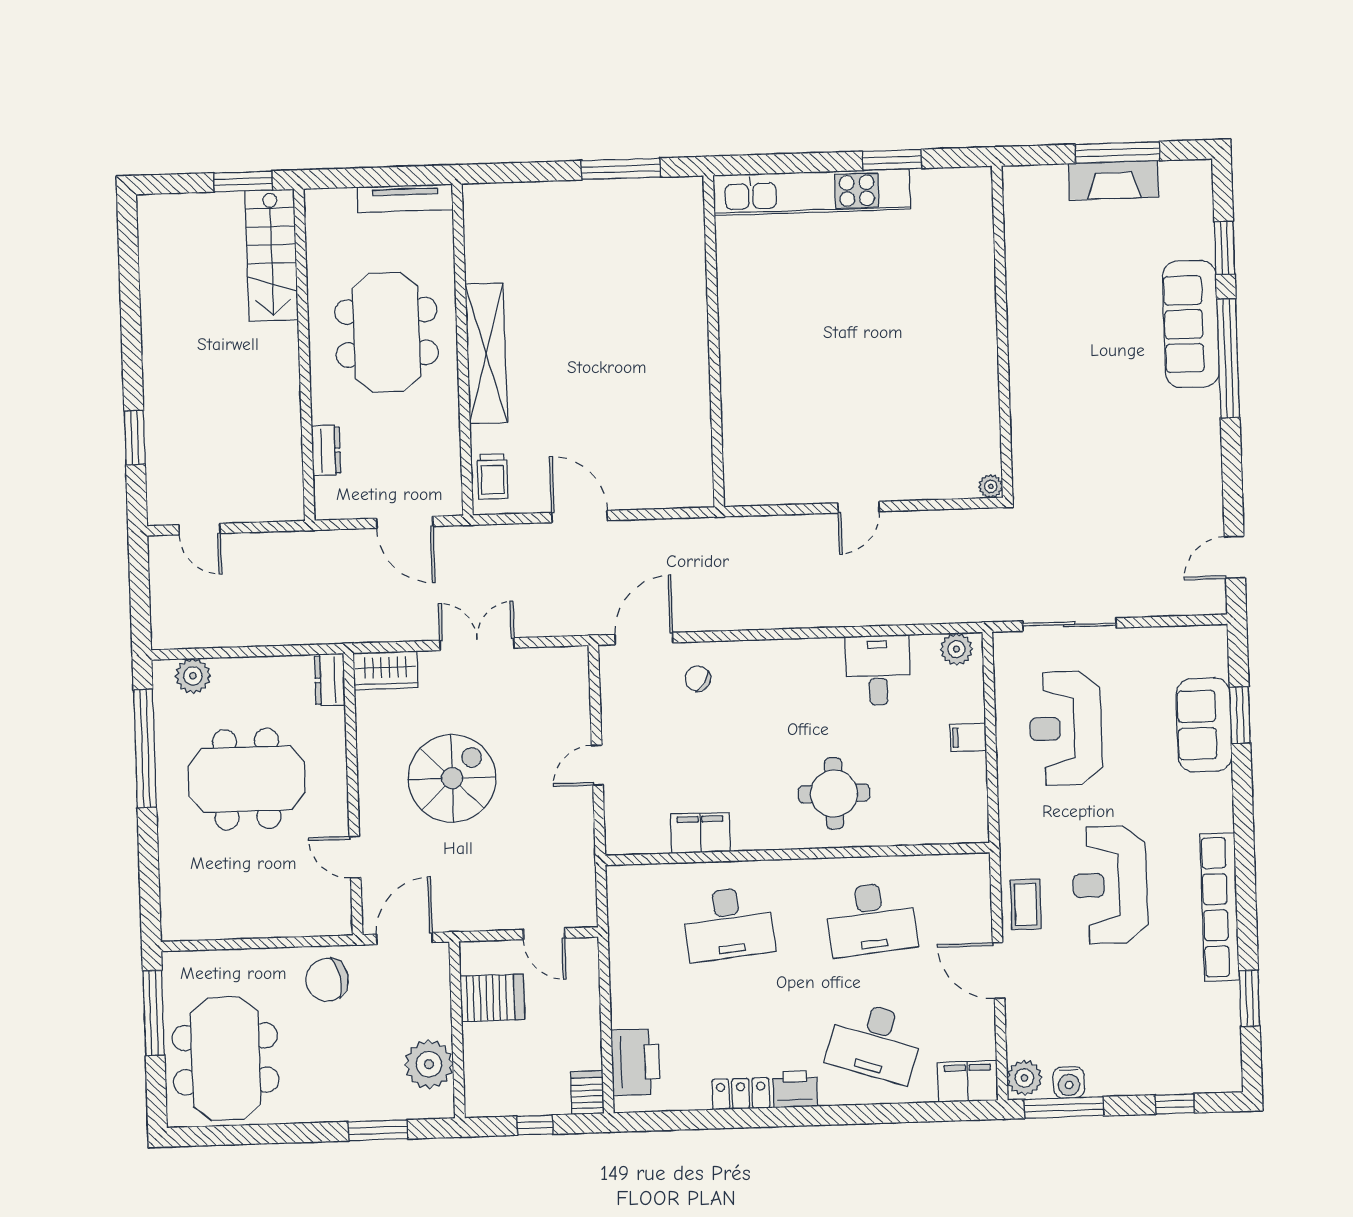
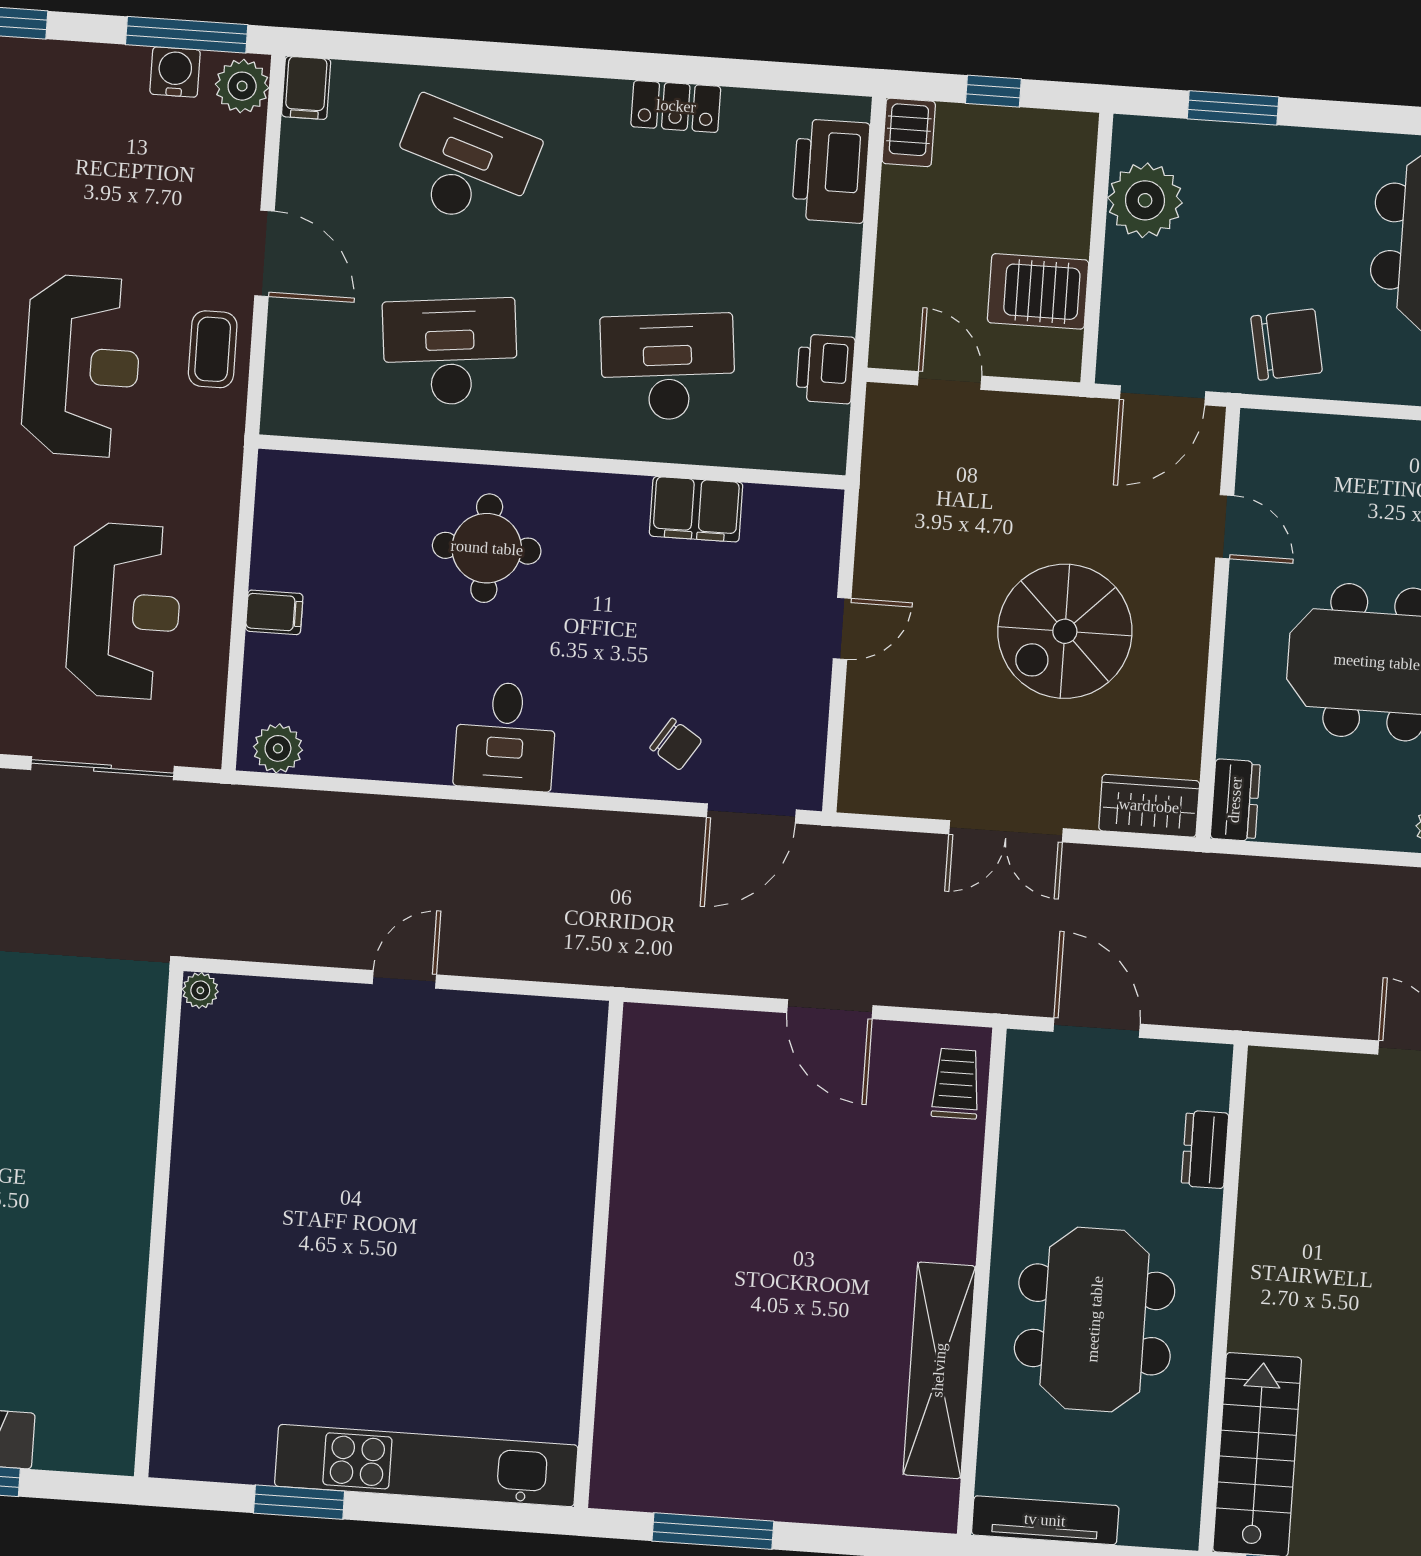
shelving: (486, 353) -> (939, 1370), moved
desk: (878, 670) -> (505, 736), moved
filing cabinet: (968, 1082) -> (306, 88), width x0.50
printer: (795, 1089) -> (825, 369), moved, turned 90

